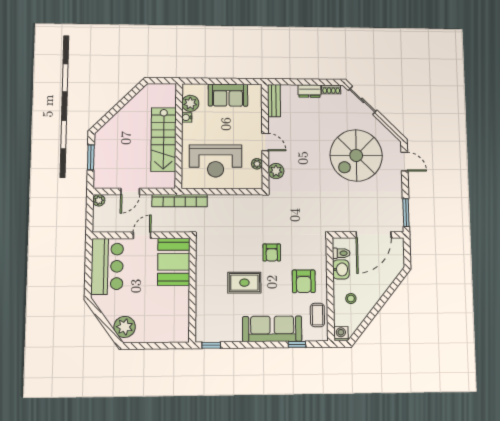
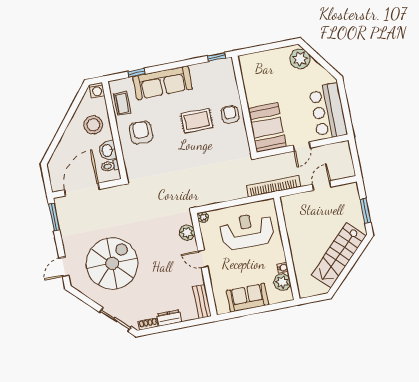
stairs: (164, 140) -> (339, 255), moved, turned -135
door: (404, 162) -> (64, 267), hinge flipped
plant: (257, 164) -> (203, 217), moved
plant: (99, 200) -> (349, 172), removed
armchair: (272, 252) -> (230, 114), moved
stool: (351, 299) -> (93, 125), width x1.89, depth x1.89

